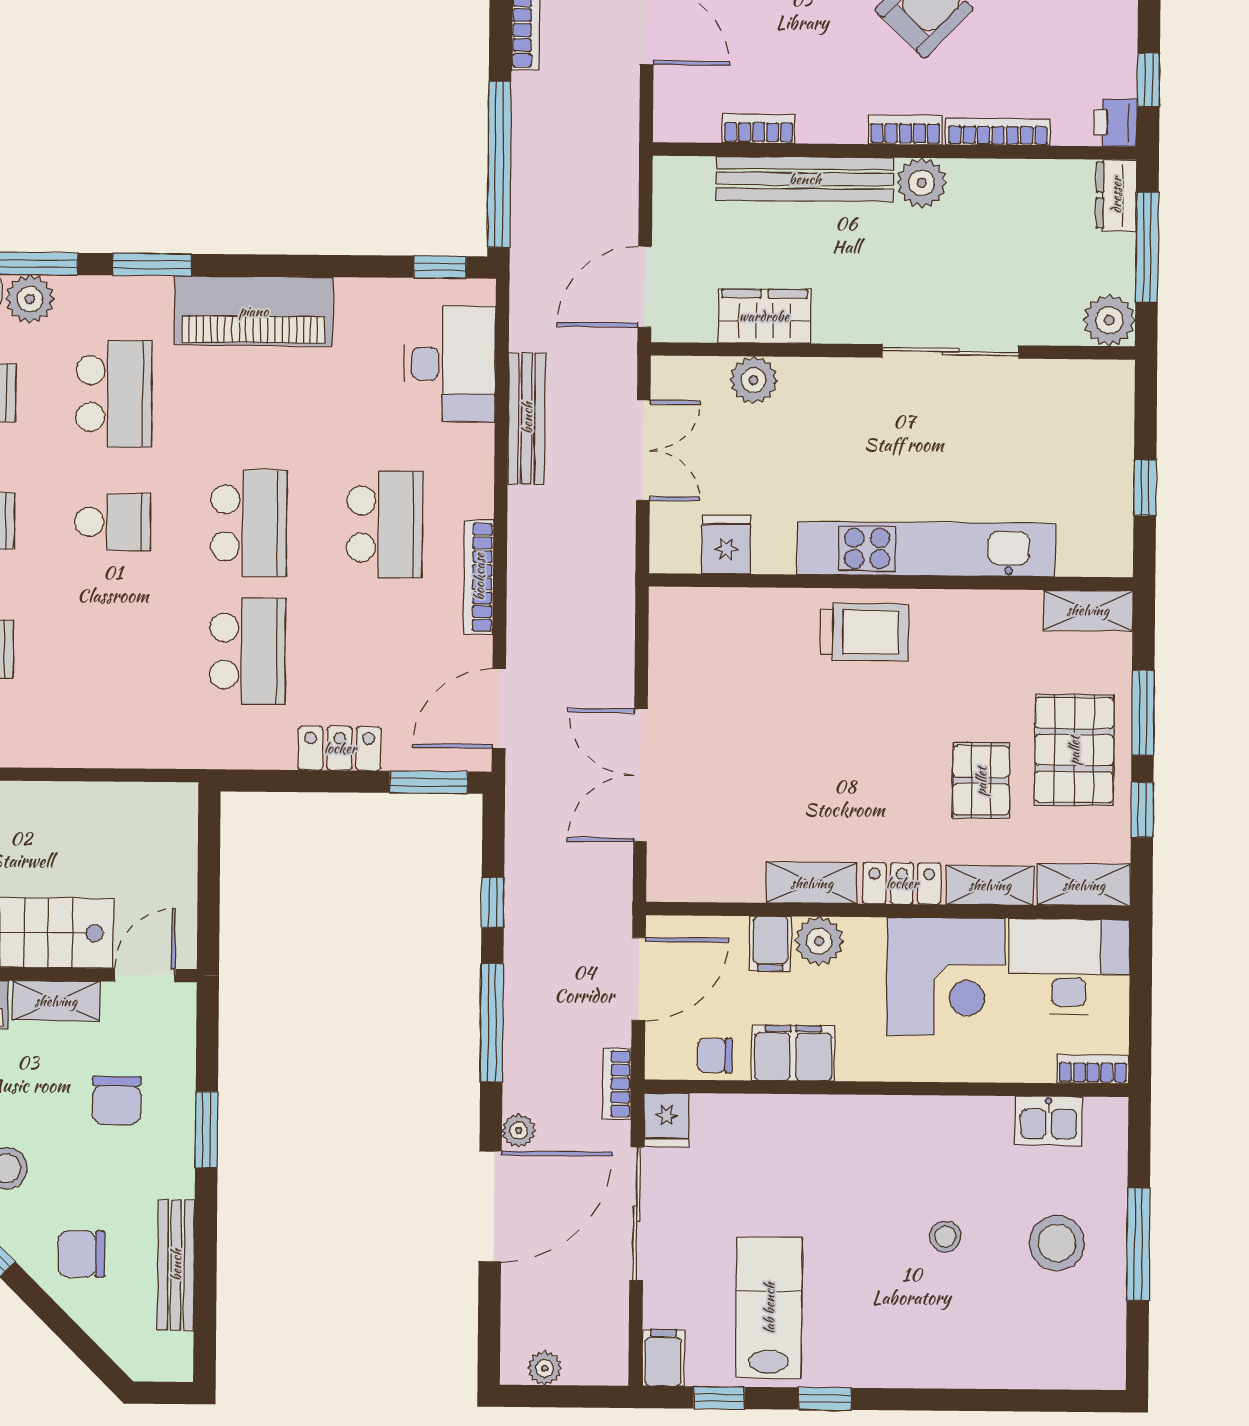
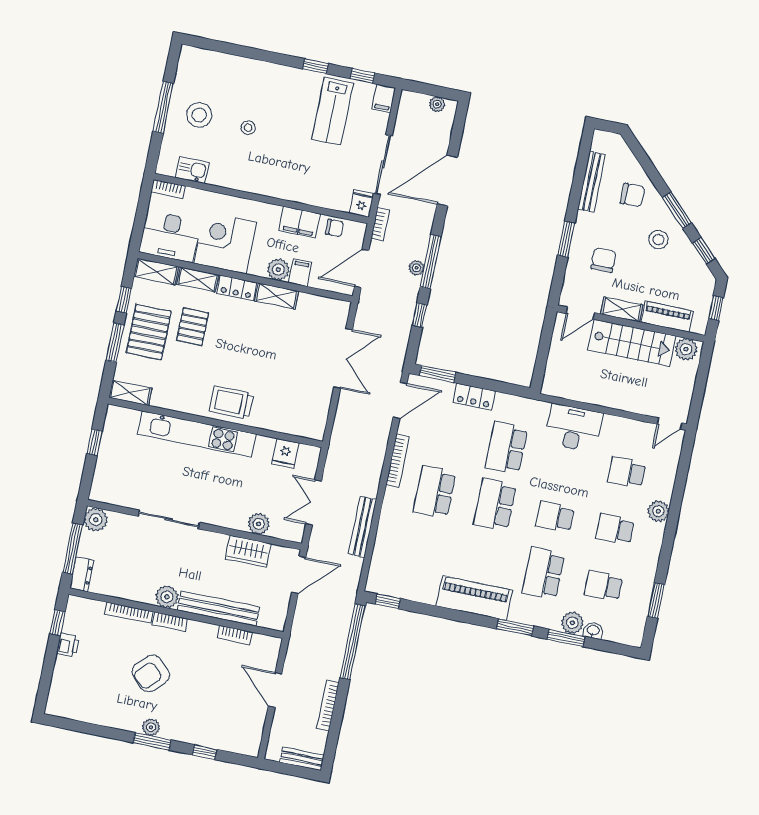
printer: (1115, 123) -> (68, 645), moved
desk: (450, 364) -> (574, 428), moved, turned 90
plant: (519, 1131) -> (417, 268), moved

